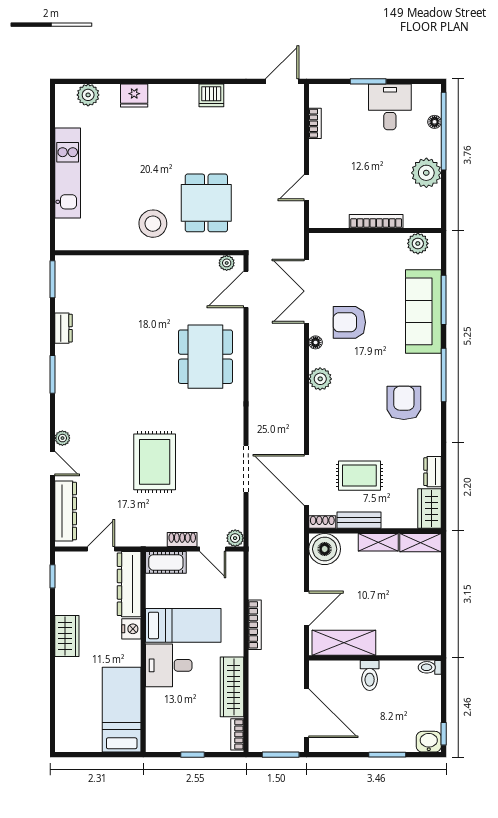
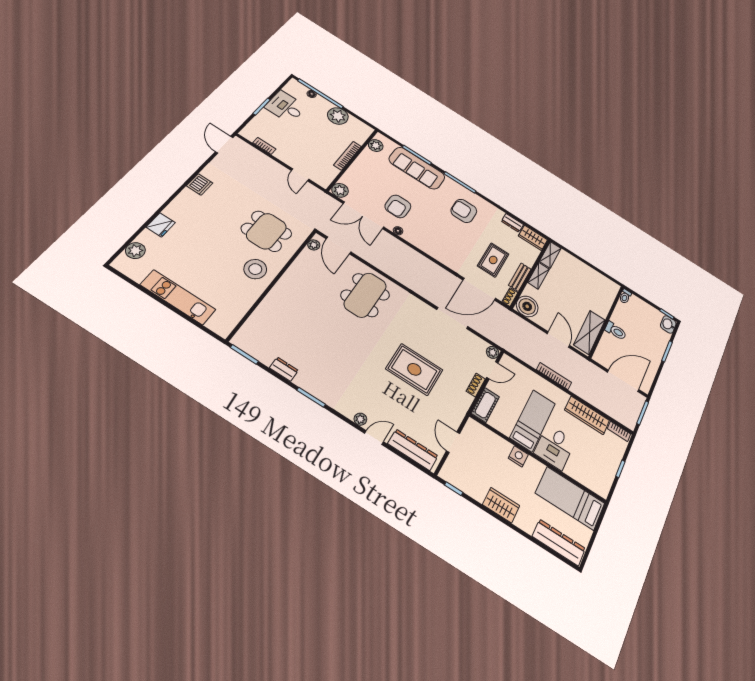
dining table: (205, 357) -> (365, 295), turned 90
plant: (320, 379) -> (340, 190), moved
dresser: (129, 584) -> (559, 542), moved, turned 180

